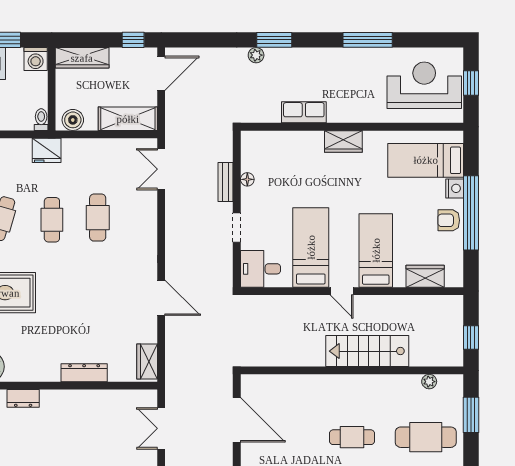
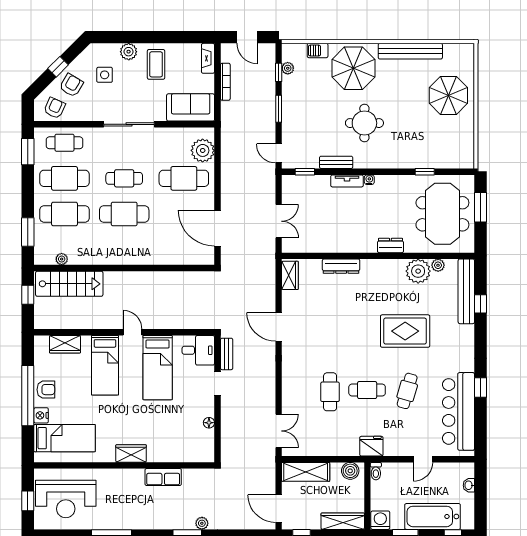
door: (161, 73) -> (279, 509), hinge flipped
bench: (226, 182) -> (227, 354), moved
cafe table: (52, 220) -> (367, 390), turned 90
stairs: (367, 351) -> (69, 284), moved
cafe table: (352, 437) -> (124, 214), width x1.37, depth x1.35

